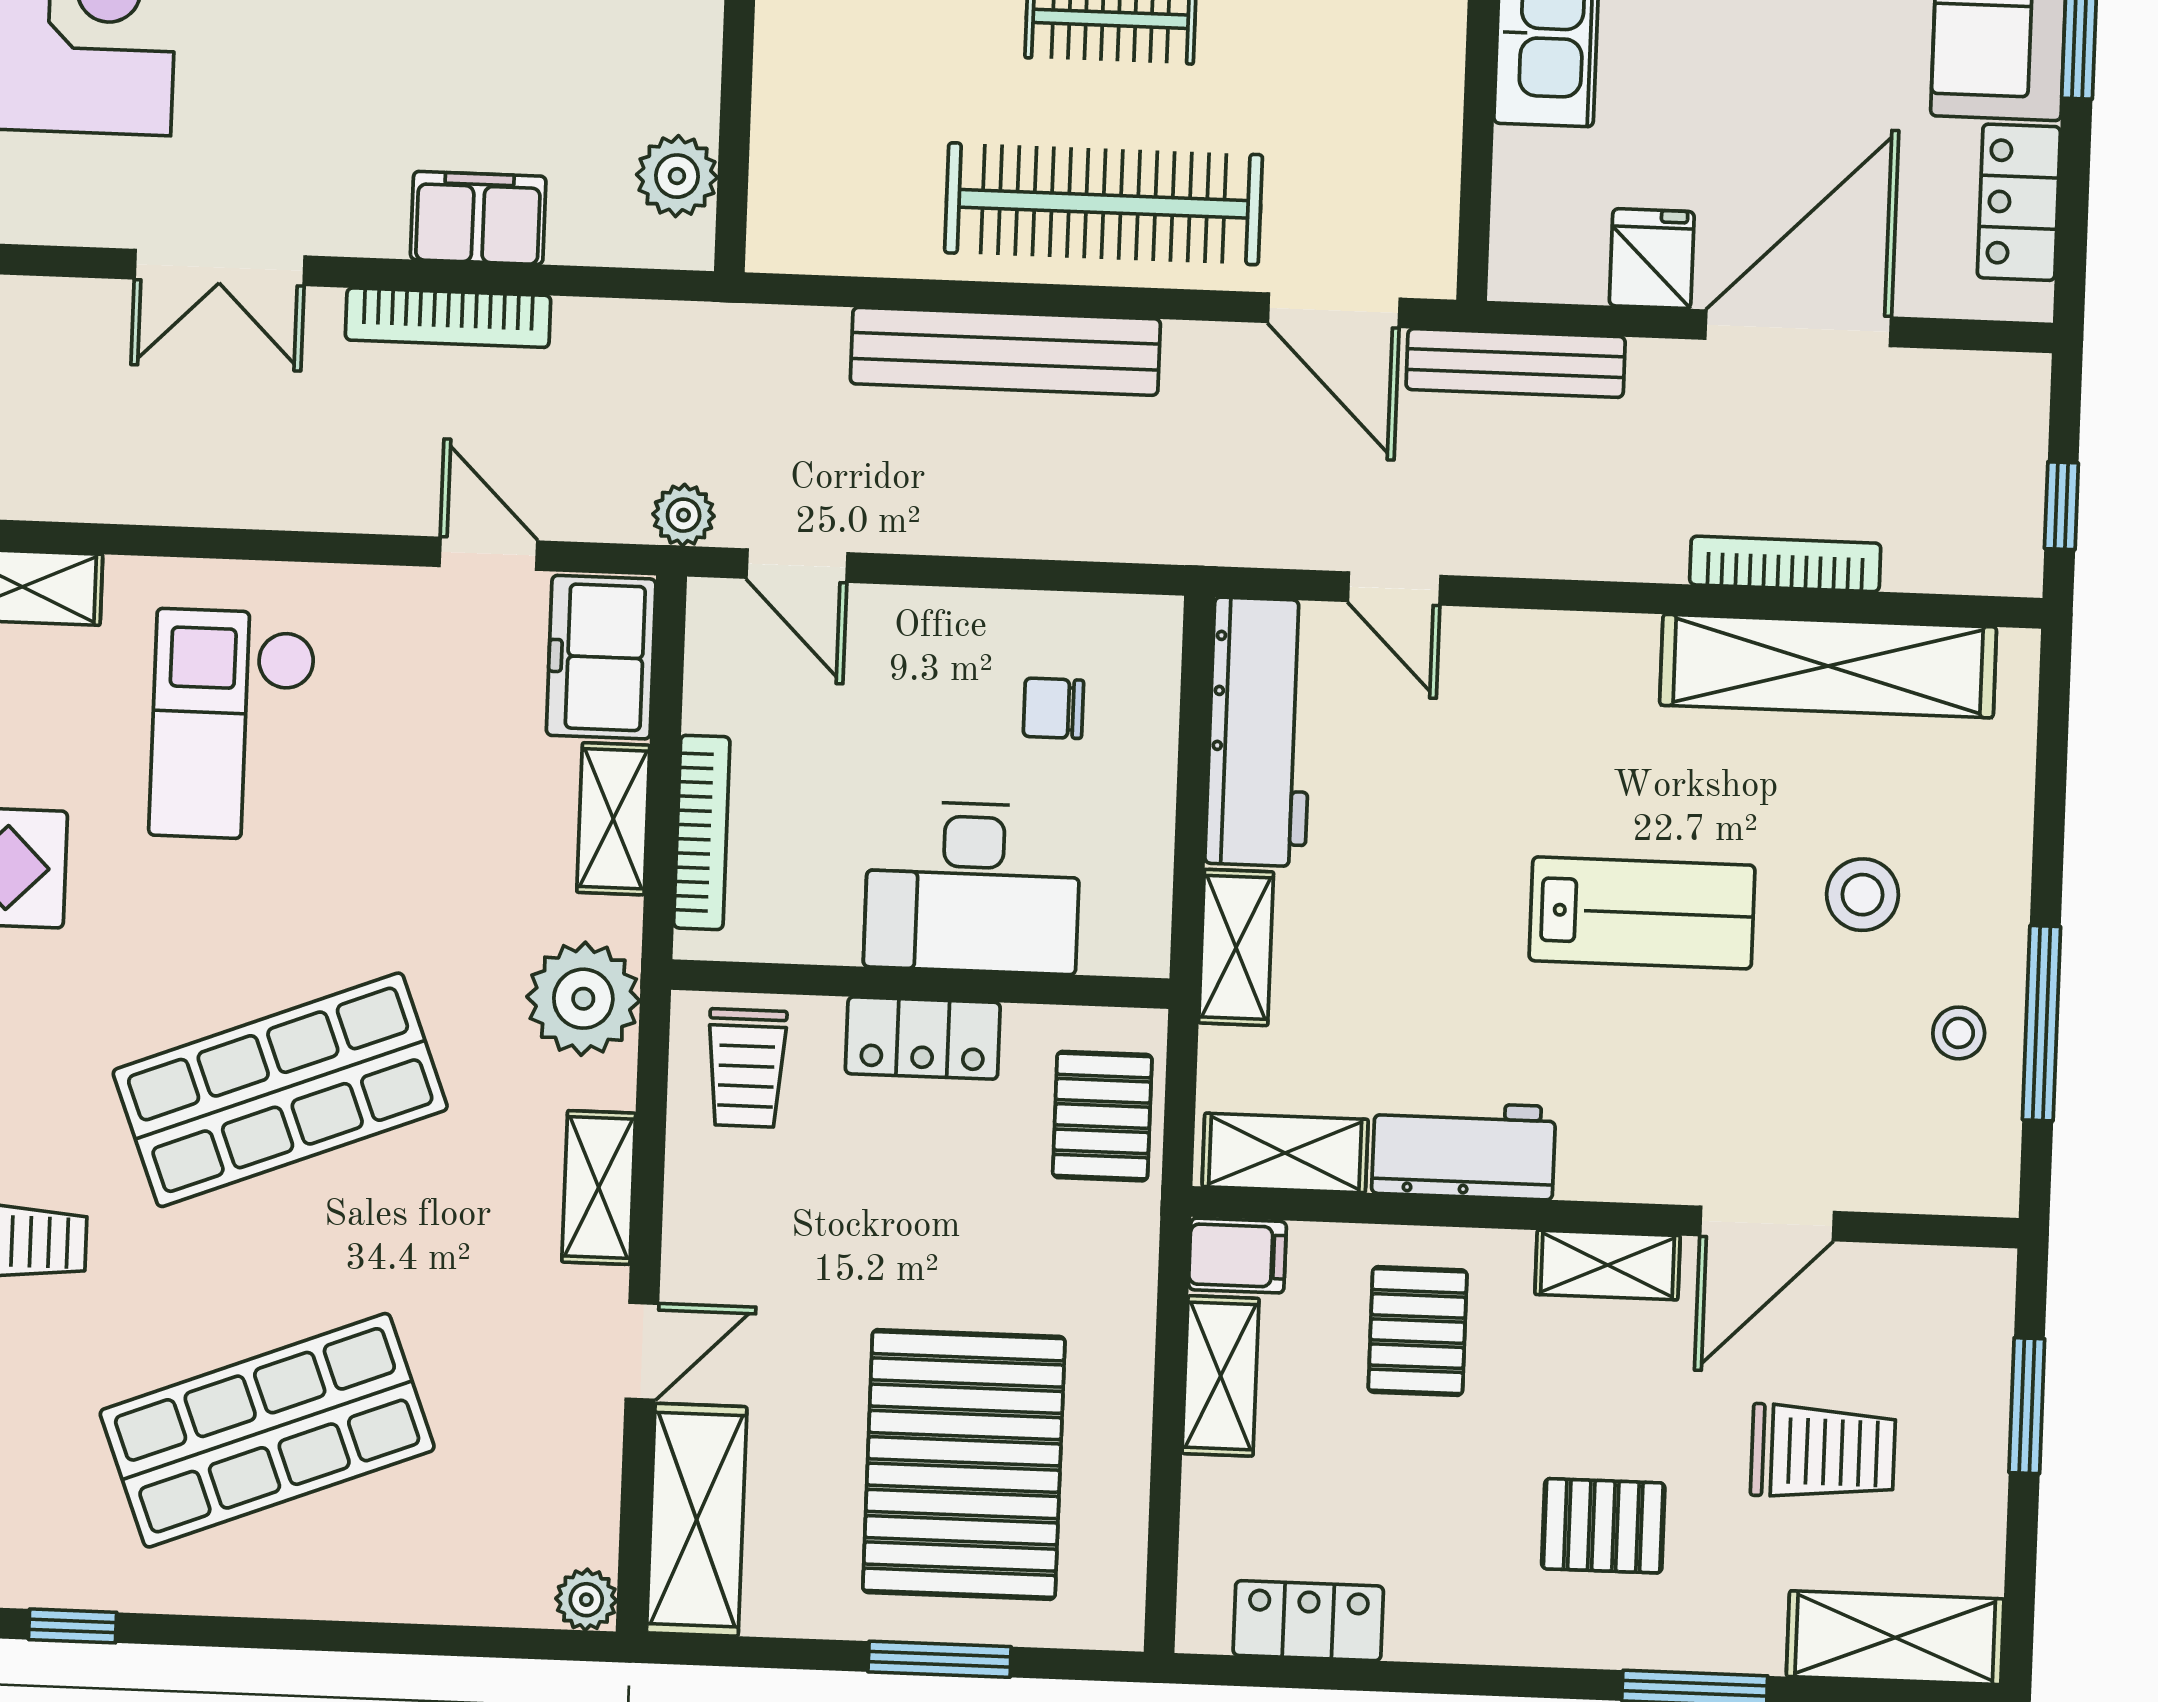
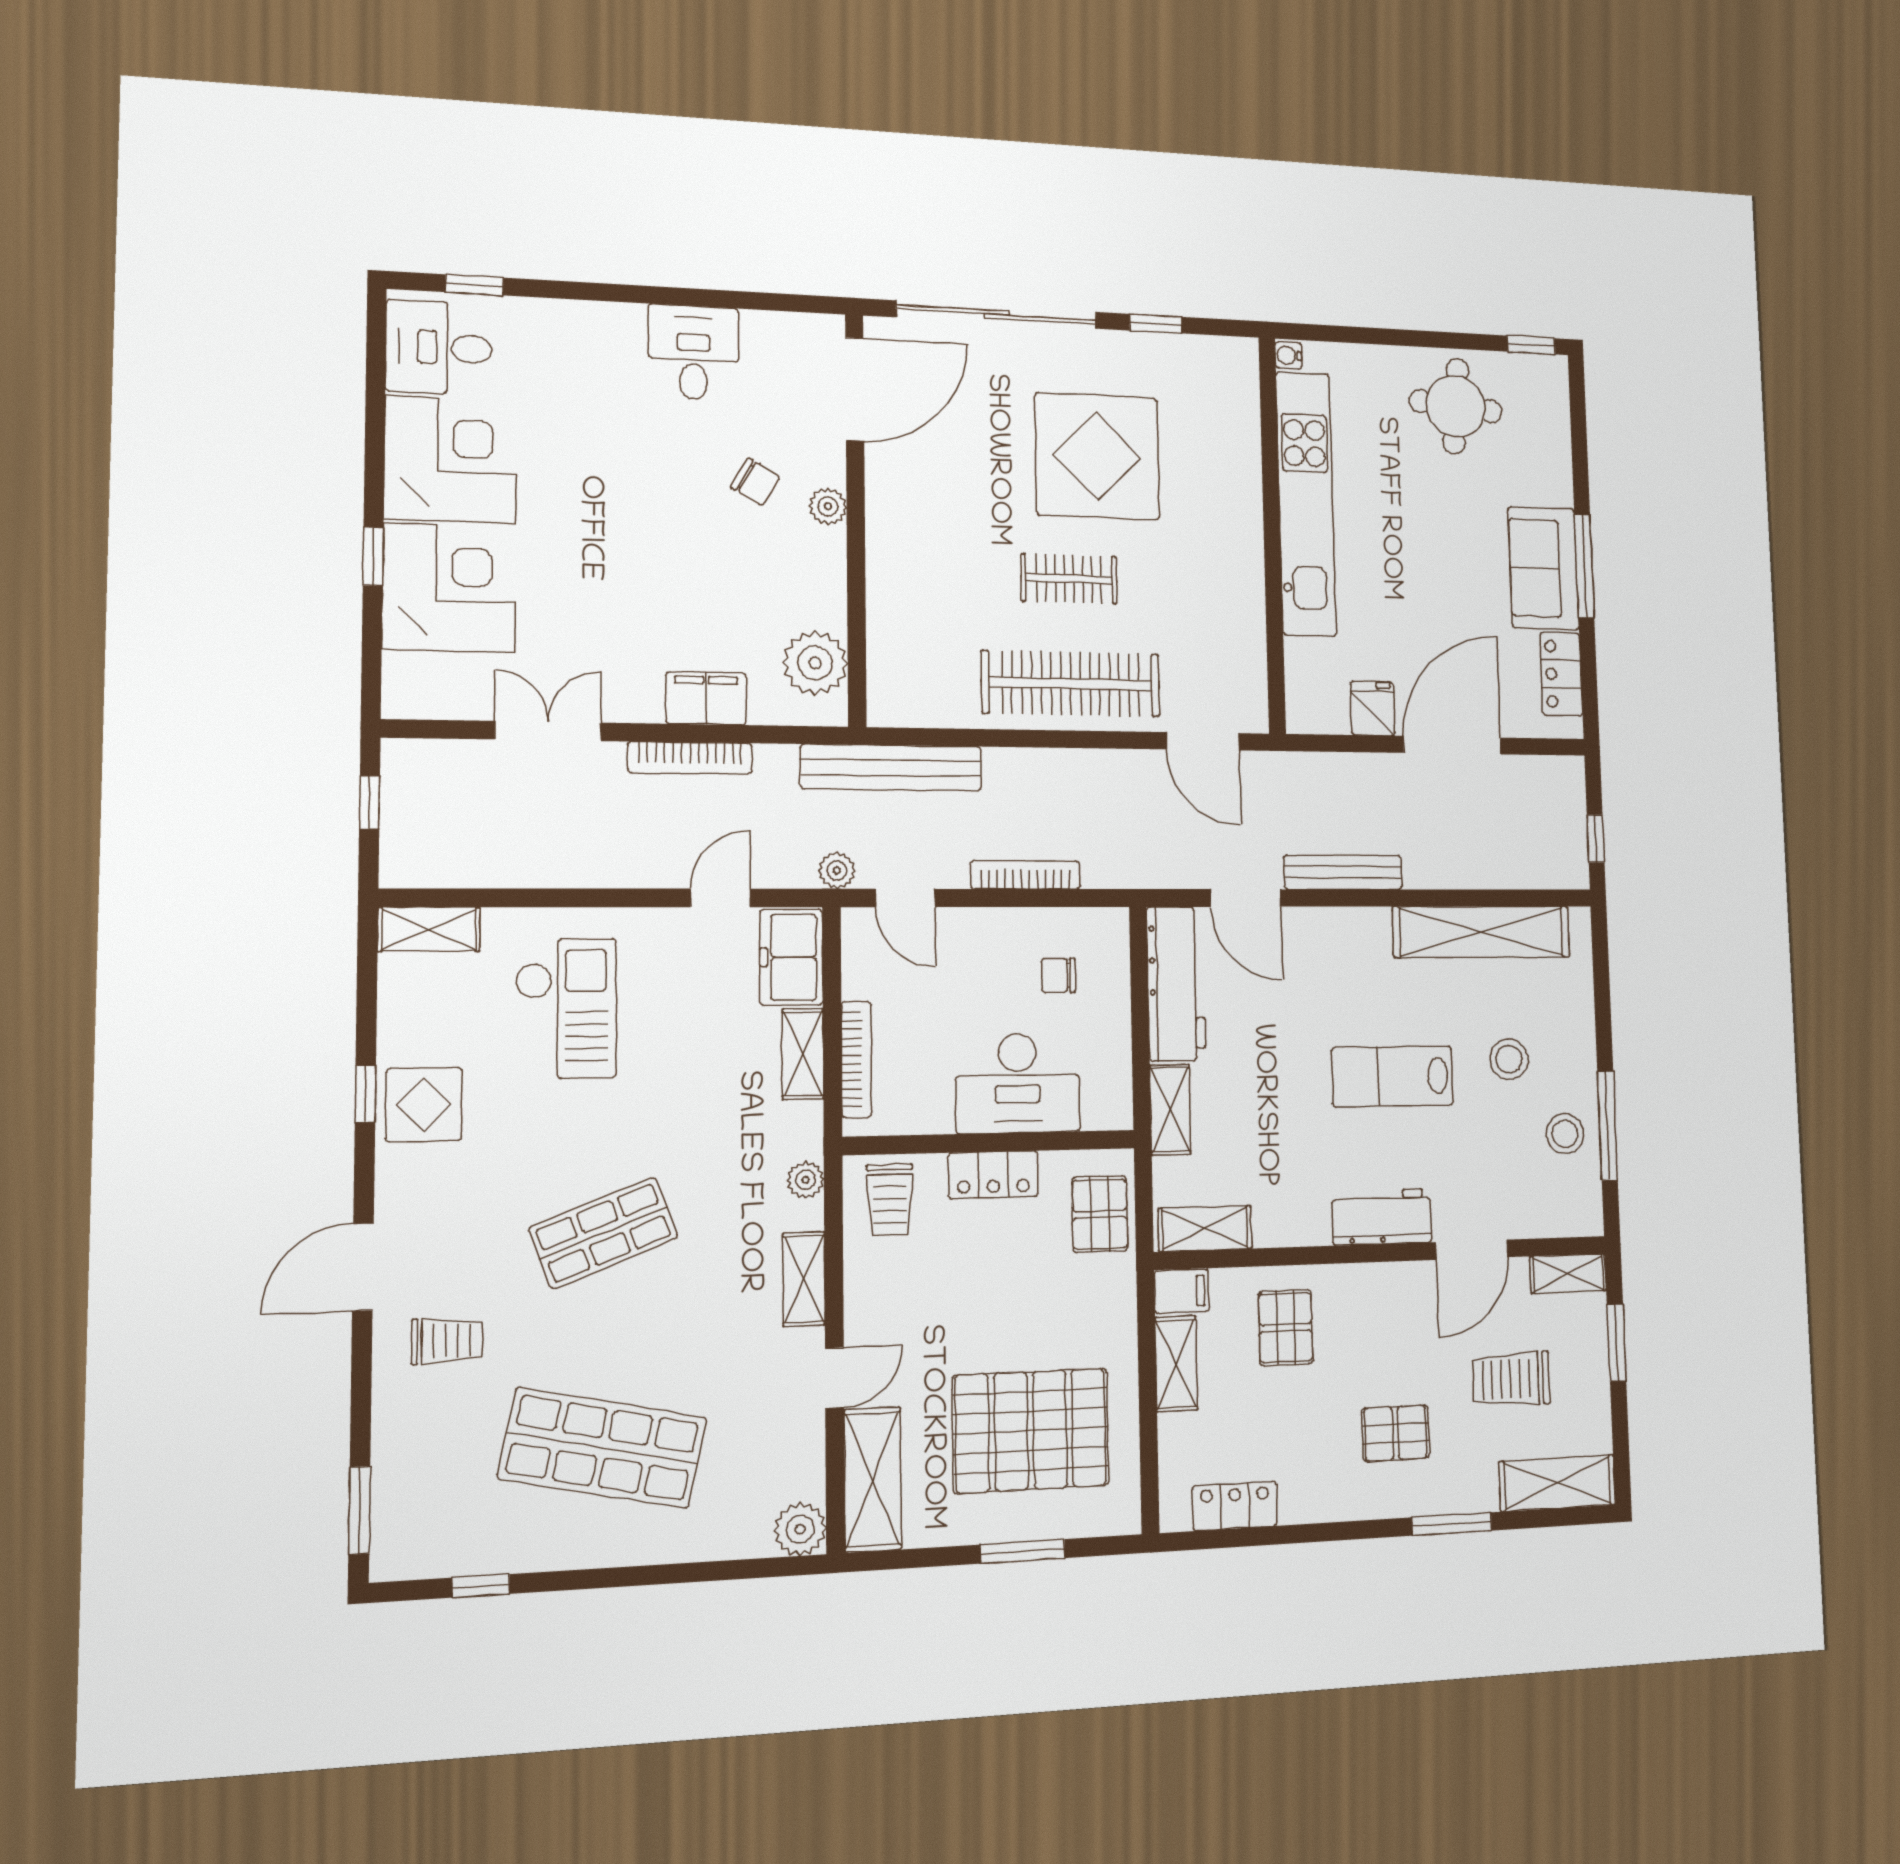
plant: (677, 176) -> (815, 663), width x1.36, depth x1.36
double door: (220, 268) -> (548, 731), swing flipped
bench: (1005, 351) -> (891, 768), moved
bench: (1516, 363) -> (1343, 872), moved
door: (488, 554) -> (720, 898), hinge flipped
bookcase: (1785, 564) -> (1025, 875), moved
door: (1394, 589) -> (1246, 898), width x1.38
checkout: (233, 725) -> (566, 1008), turned 180
lab bench: (1642, 913) -> (1392, 1076), turned 180
plant: (583, 999) -> (806, 1180), width x0.53, depth x0.53
stool: (1959, 1033) -> (1565, 1134), width x1.37, depth x1.37
shop shelf: (280, 1090) -> (604, 1233), width x0.70, depth x0.74
workbench: (1464, 1150) -> (1382, 1217), moved
shelving: (1608, 1265) -> (1568, 1273), moved
shop shelf: (267, 1430) -> (603, 1448), turned 33
trolley: (1823, 1452) -> (1511, 1379), turned 180
pallet: (964, 1464) -> (1031, 1430), turned 90
plant: (586, 1600) -> (800, 1529), width x1.38, depth x1.38

